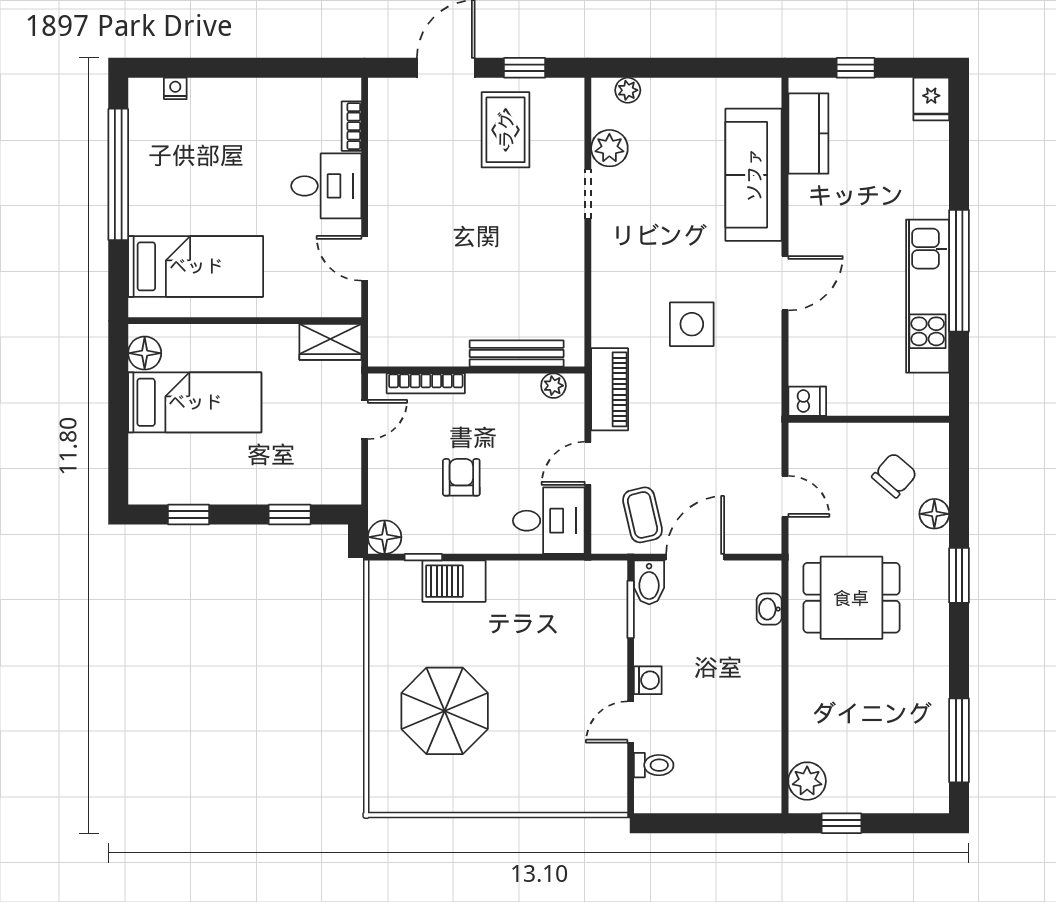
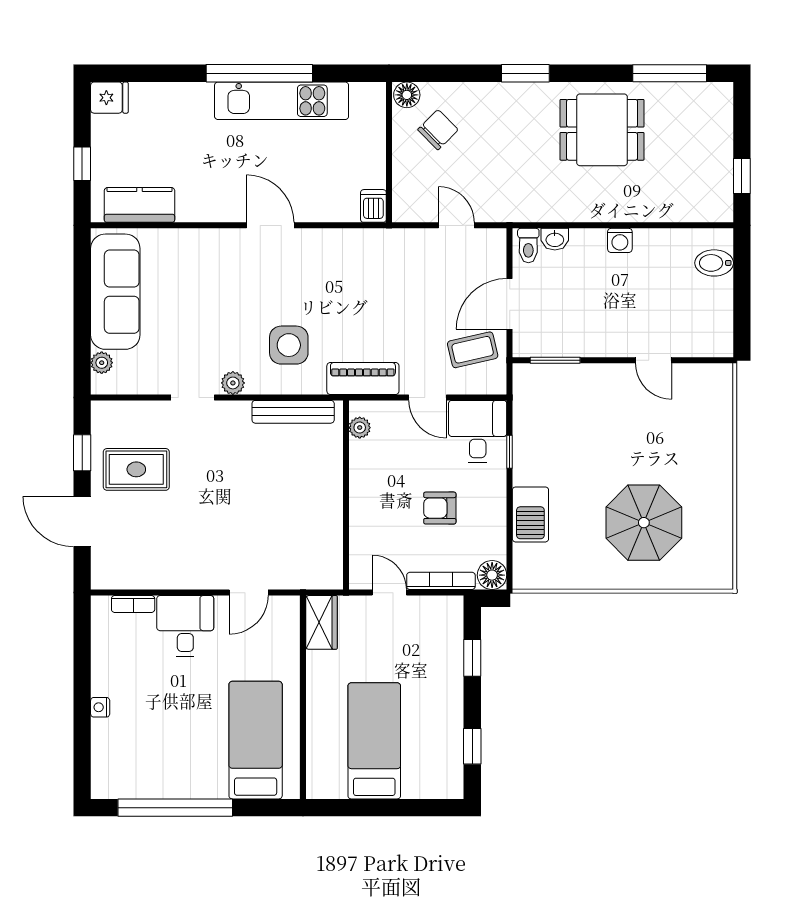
nightstand: (175, 88) -> (100, 707), moved
plant: (609, 148) -> (233, 383), moved, width x0.73, depth x0.73
sofa: (754, 175) -> (115, 292), moved, turned -90
side table: (692, 324) -> (289, 345), moved
floor lamp: (145, 353) -> (331, 785), removed
bench: (517, 354) -> (293, 412), moved, turned 90
bookcase: (426, 383) -> (441, 581), moved, turned -90
chair: (894, 475) -> (438, 130), turned 94
door: (785, 496) -> (456, 225), hinge flipped
floor lamp: (934, 514) -> (407, 95), moved
window: (423, 557) -> (510, 452), moved
door: (695, 557) -> (510, 304), hinge flipped
bidet: (649, 582) -> (714, 263), moved, turned 180
dining table: (851, 598) -> (602, 130), moved, turned 90
washing machine: (648, 680) -> (620, 240), moved, turned 180
toilet: (654, 765) -> (528, 246), moved, turned 180
plant: (807, 781) -> (705, 206), removed

